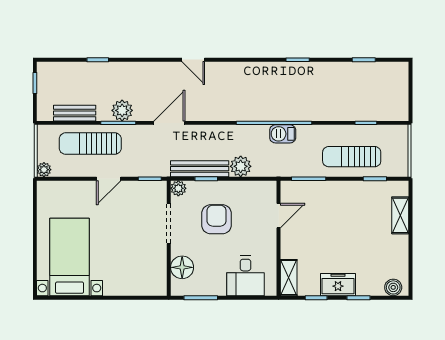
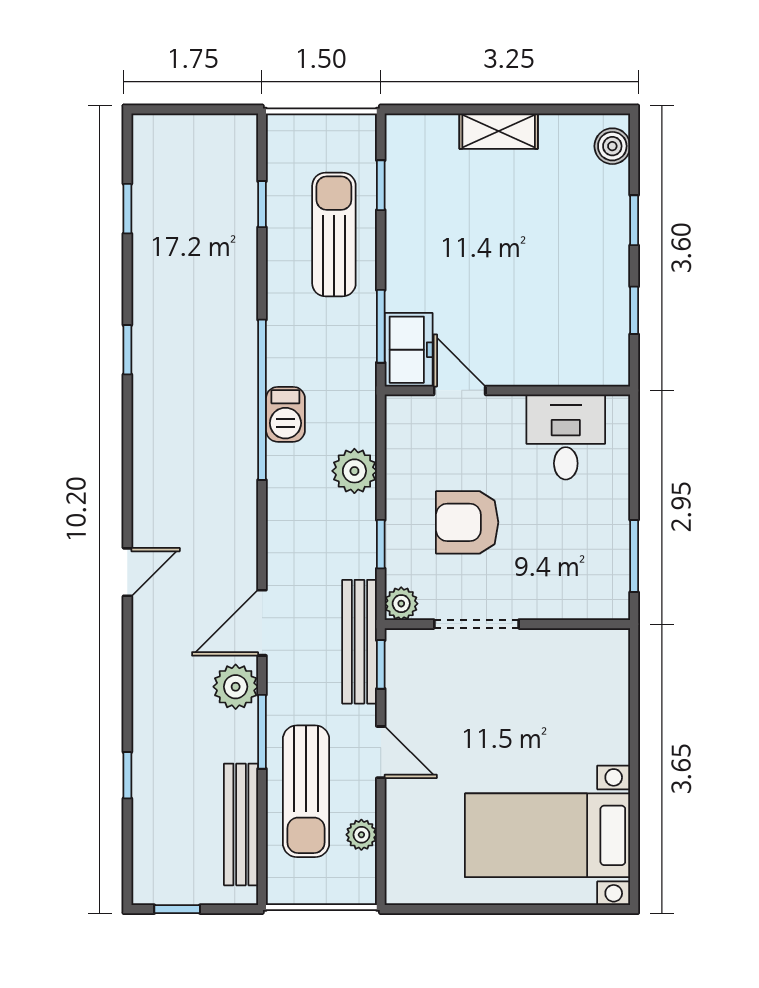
plant: (122, 110) -> (236, 687), moved
bench: (75, 113) -> (241, 824), width x1.36
door: (169, 123) -> (262, 623), hinge flipped
barbecue: (283, 134) -> (285, 414), moved
sun lounger: (352, 157) -> (334, 235), turned 180
bench: (200, 169) -> (359, 642), moved
plant: (44, 170) -> (361, 835), moved
shelving: (400, 215) -> (499, 131), moved
floor lamp: (182, 267) -> (570, 596), removed
desk: (245, 276) -> (566, 437), moved, turned -90
shelving: (289, 278) -> (591, 369), removed
freezer: (338, 285) -> (409, 350), moved, turned 180

